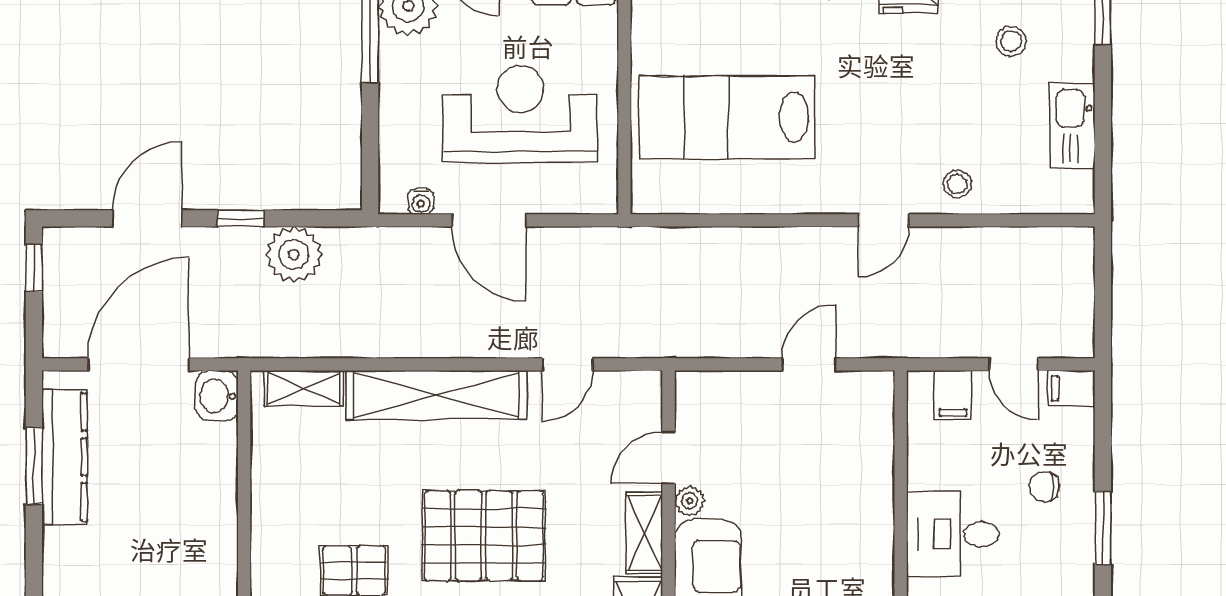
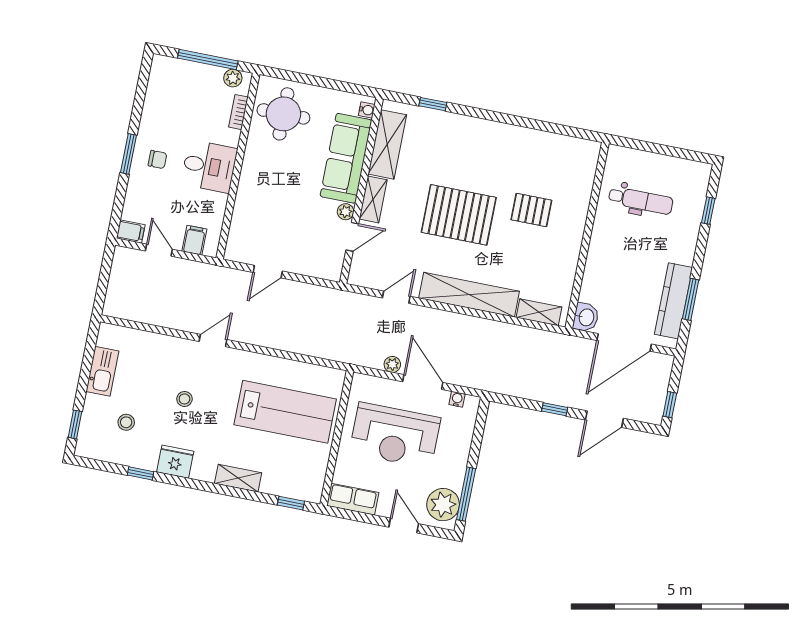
stool: (957, 184) -> (184, 399), moved
plant: (294, 255) -> (392, 364), moved, width x0.53, depth x0.53
chair: (1044, 487) -> (158, 159), moved

